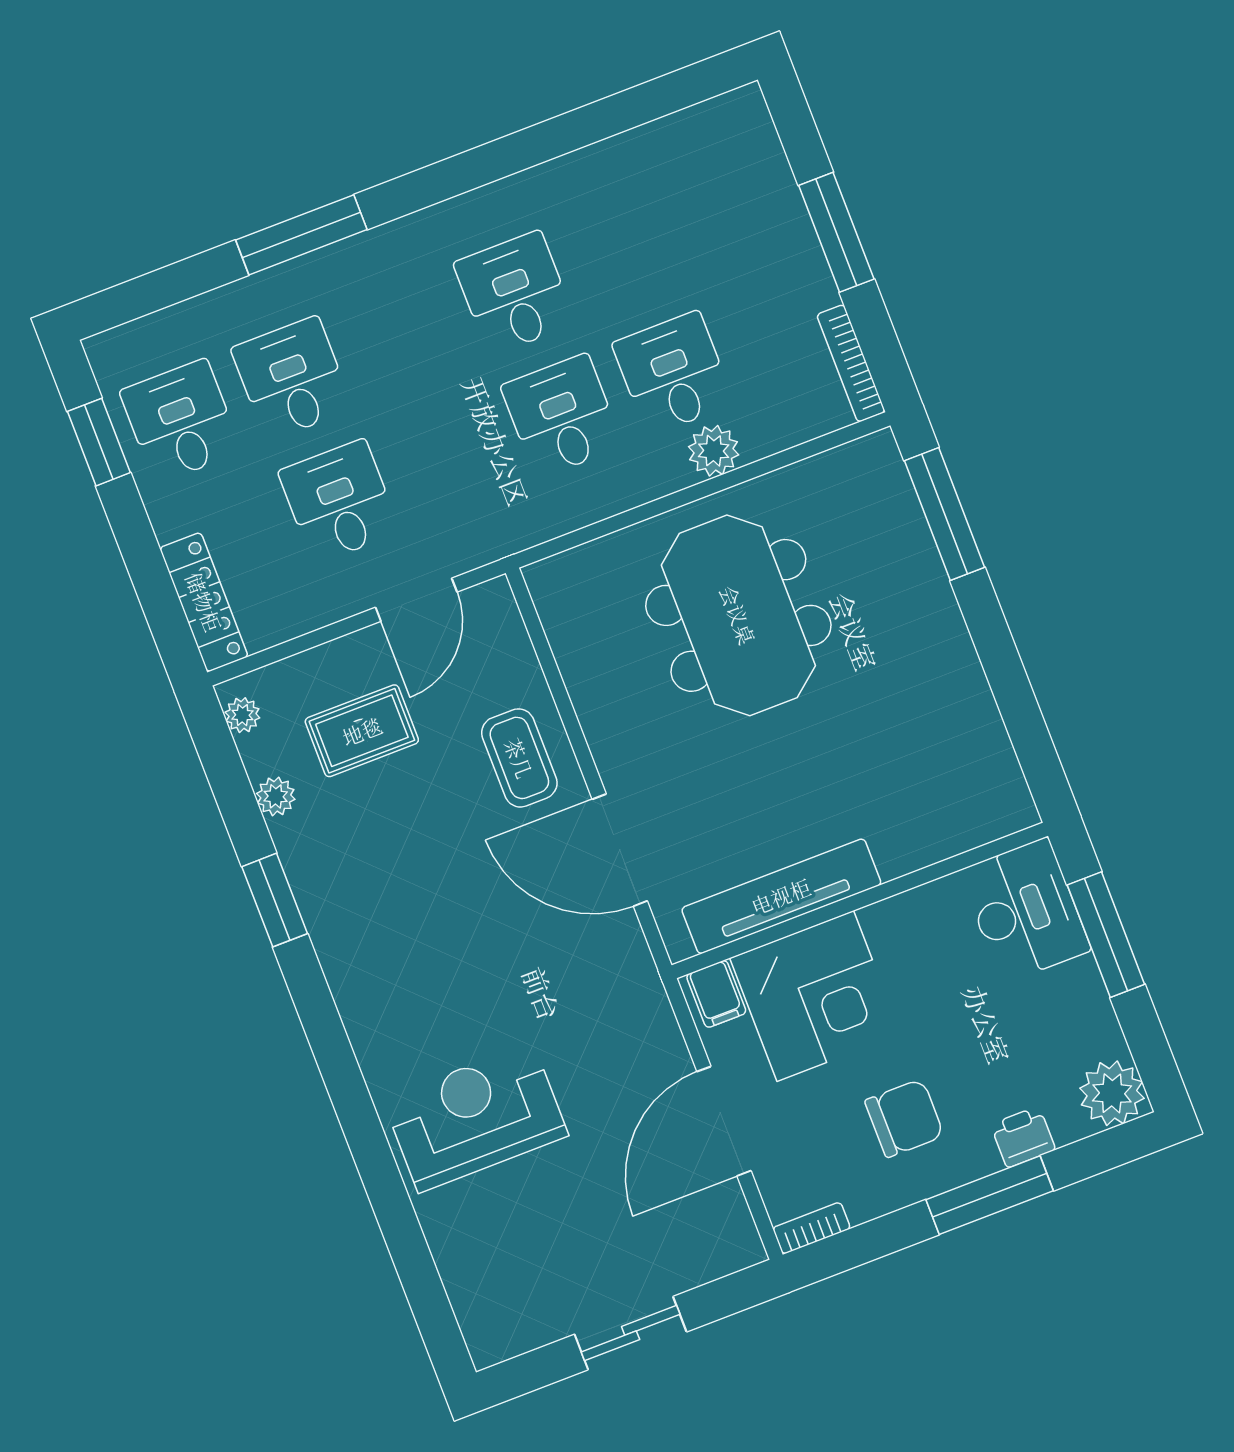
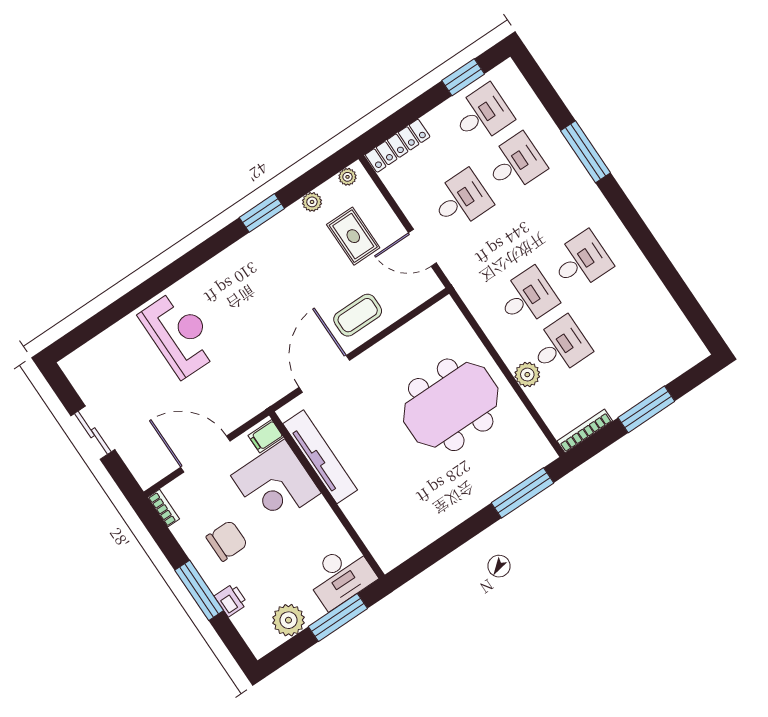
plant: (1112, 1093) -> (288, 620), moved
chair: (904, 1118) -> (227, 541), turned -90

